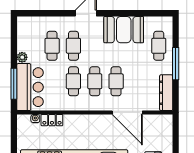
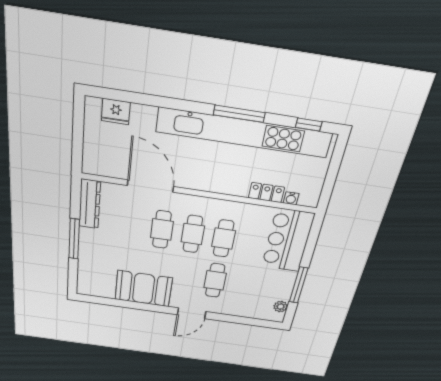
cafe table: (52, 46) -> (244, 285), removed
cafe table: (159, 46) -> (97, 264), removed
plant: (22, 57) -> (281, 307), moved
window: (14, 84) -> (299, 285), moved

